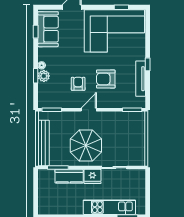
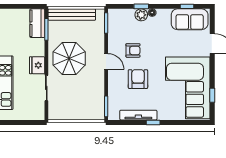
kitchen counter: (69, 176) -> (37, 23), moved

